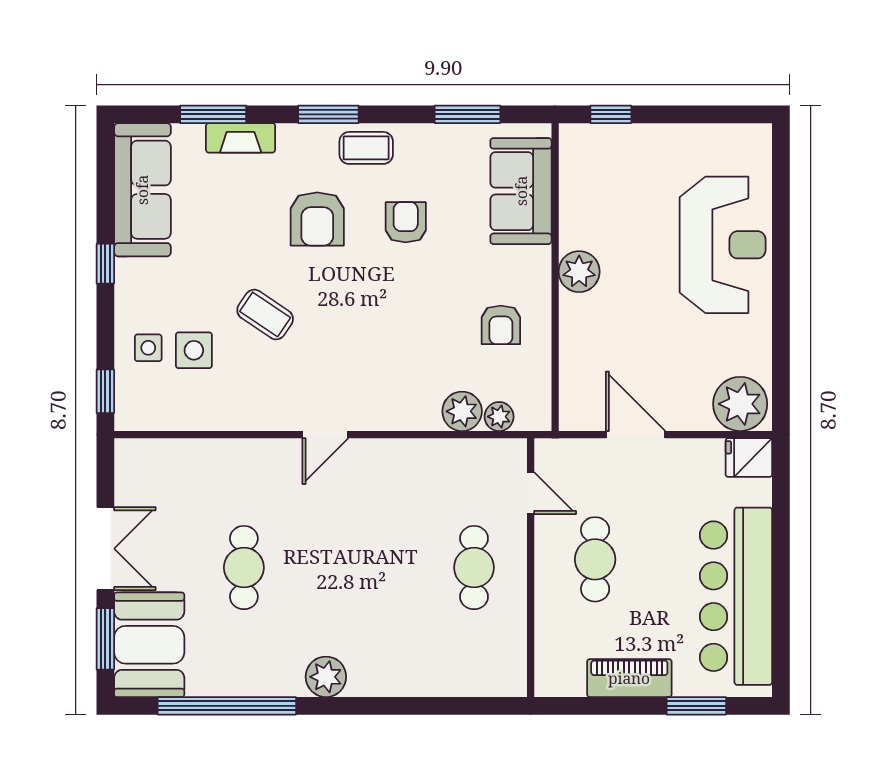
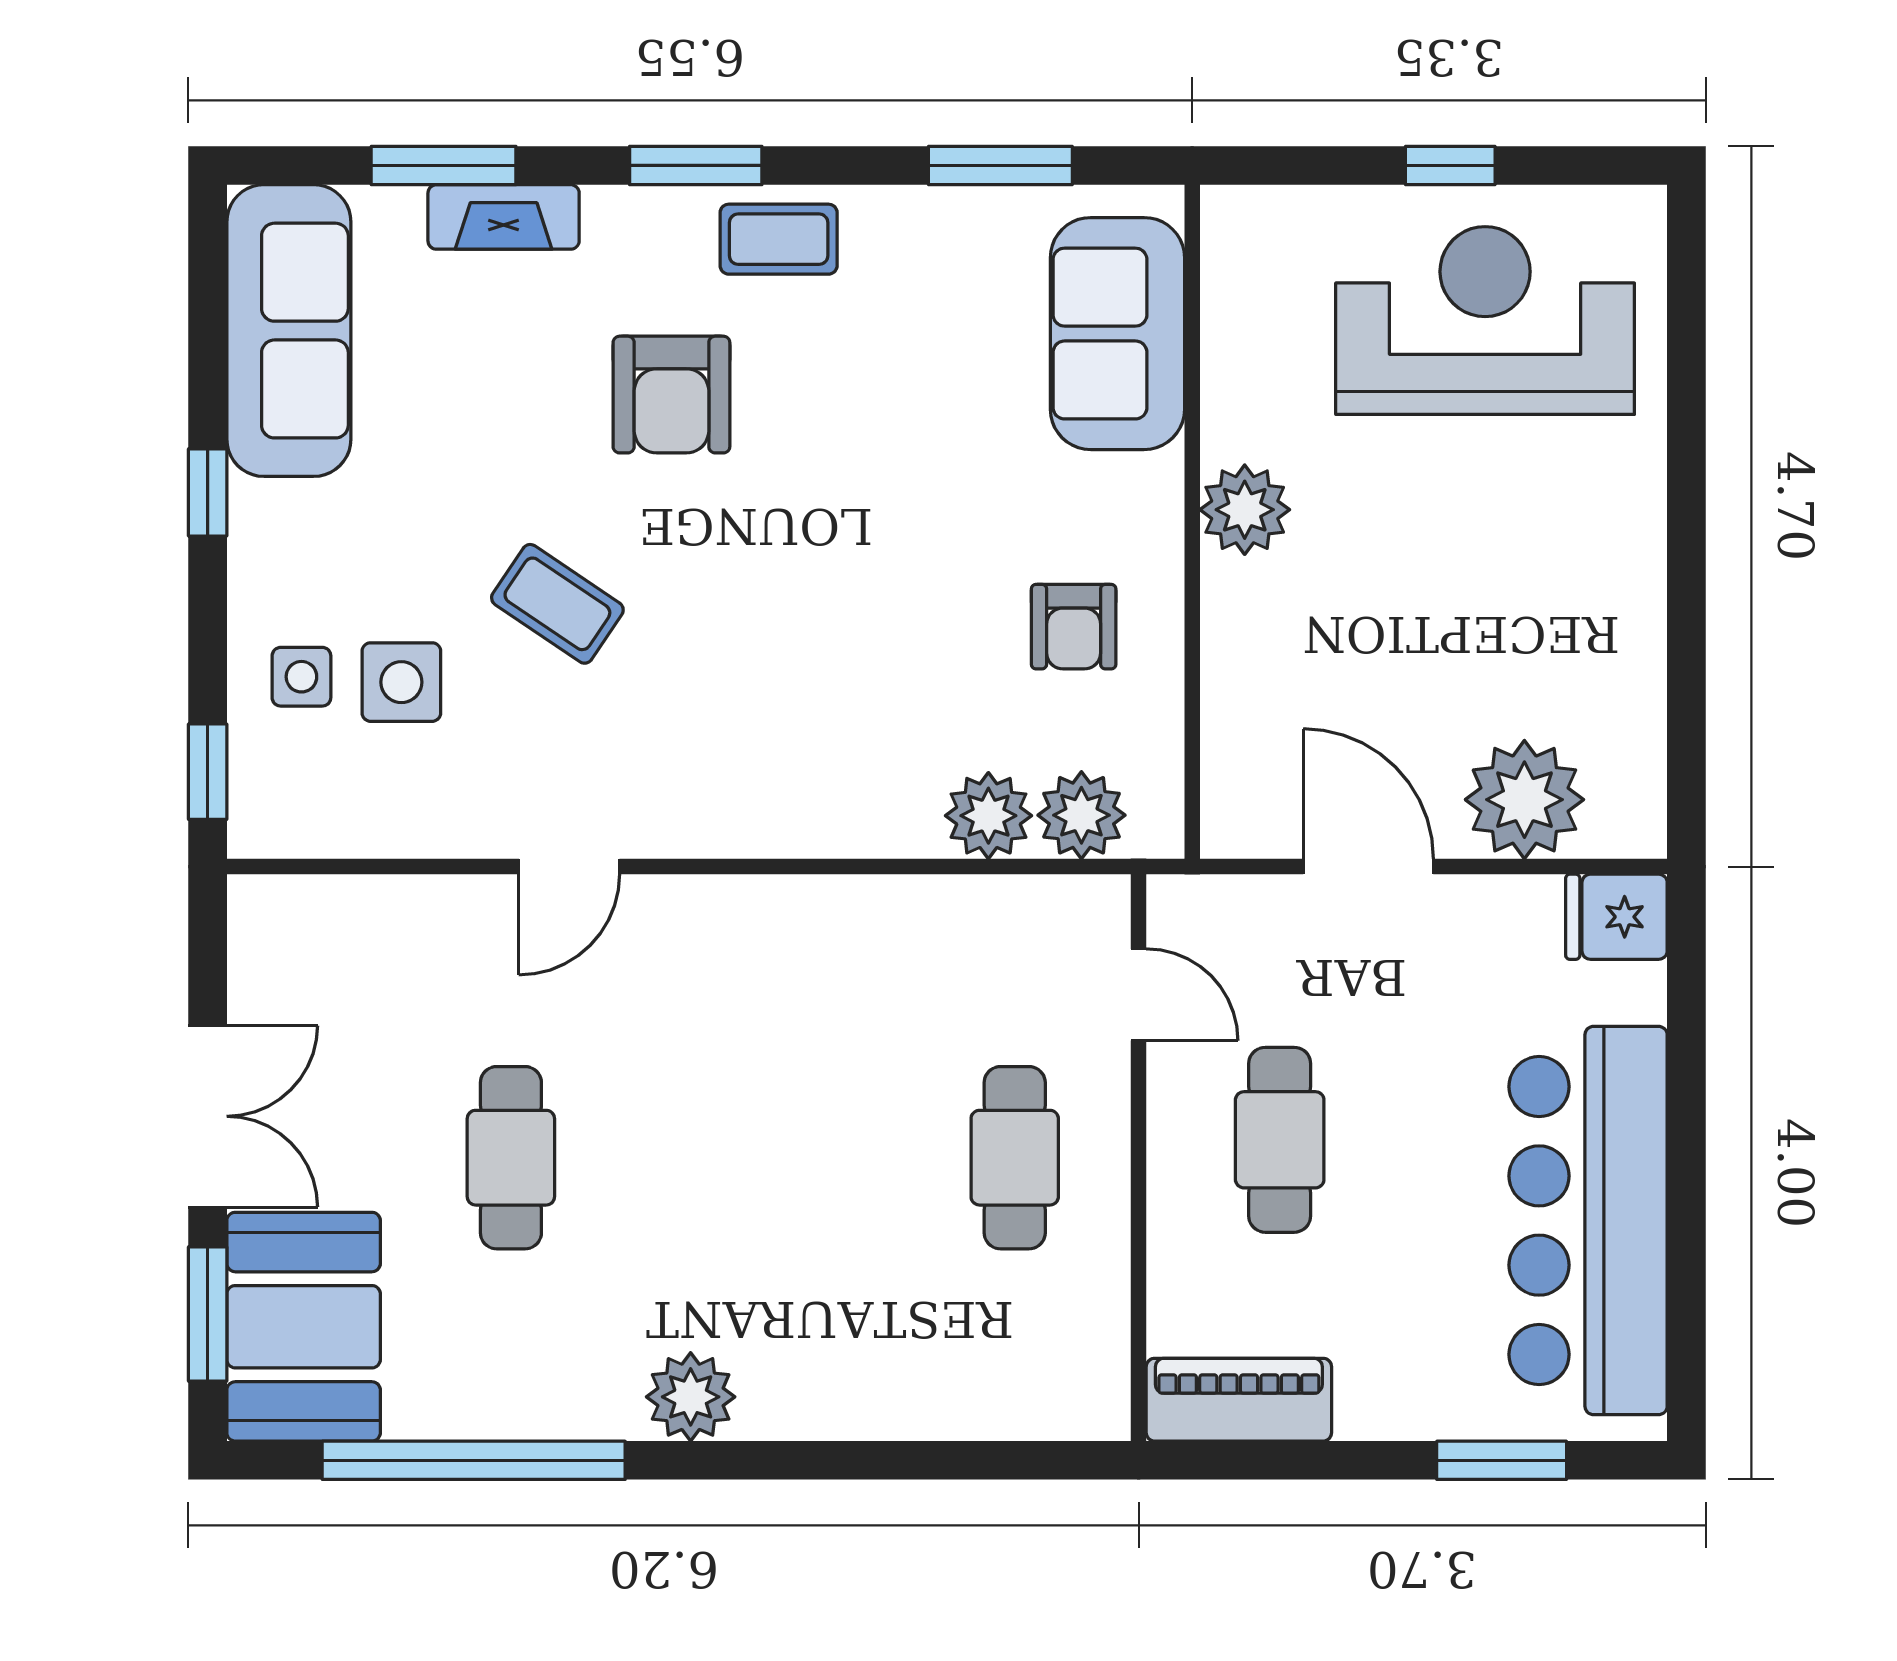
window: (611, 114) -> (1450, 165), moved
armchair: (406, 222) -> (865, 402), removed
reception desk: (723, 245) -> (1485, 320), moved, turned -90
plant: (740, 404) -> (1524, 800), moved
plant: (499, 417) -> (1081, 815), width x1.38, depth x1.38
door: (325, 435) -> (569, 867), moved
piano: (629, 678) -> (1239, 1400), moved

